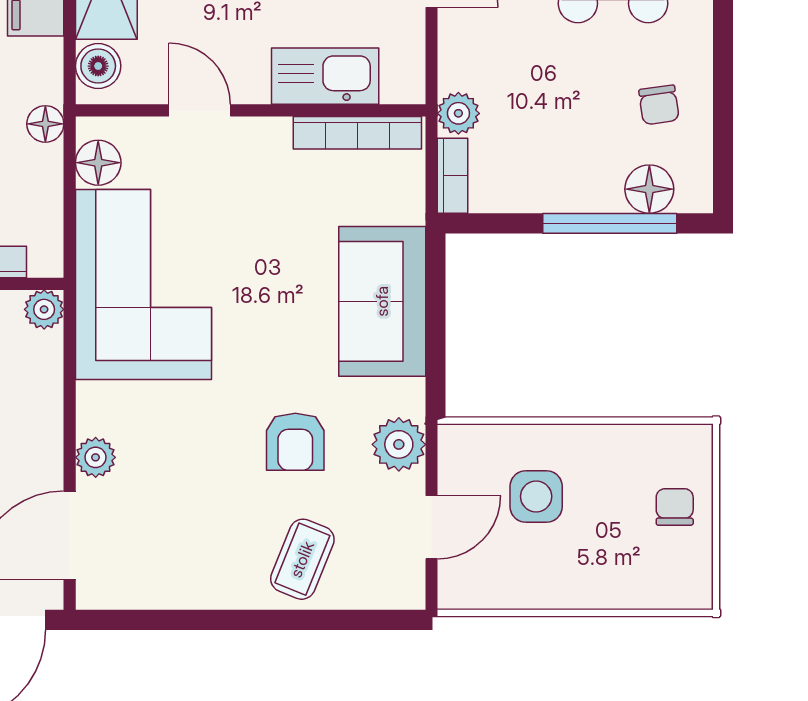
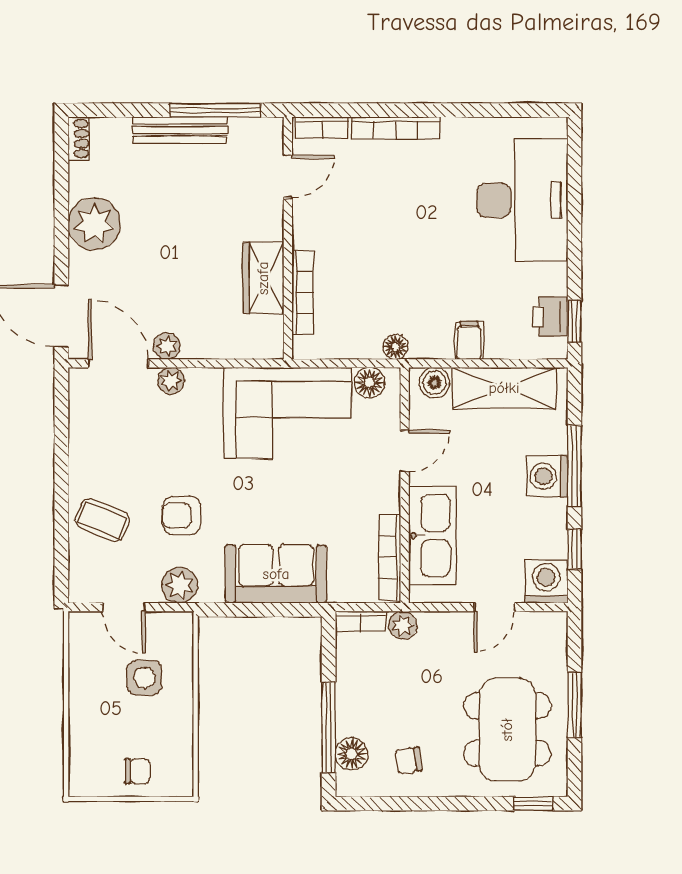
kitchen sink: (325, 76) -> (432, 536), width x1.36, depth x1.24
plant: (44, 309) -> (167, 346), moved

